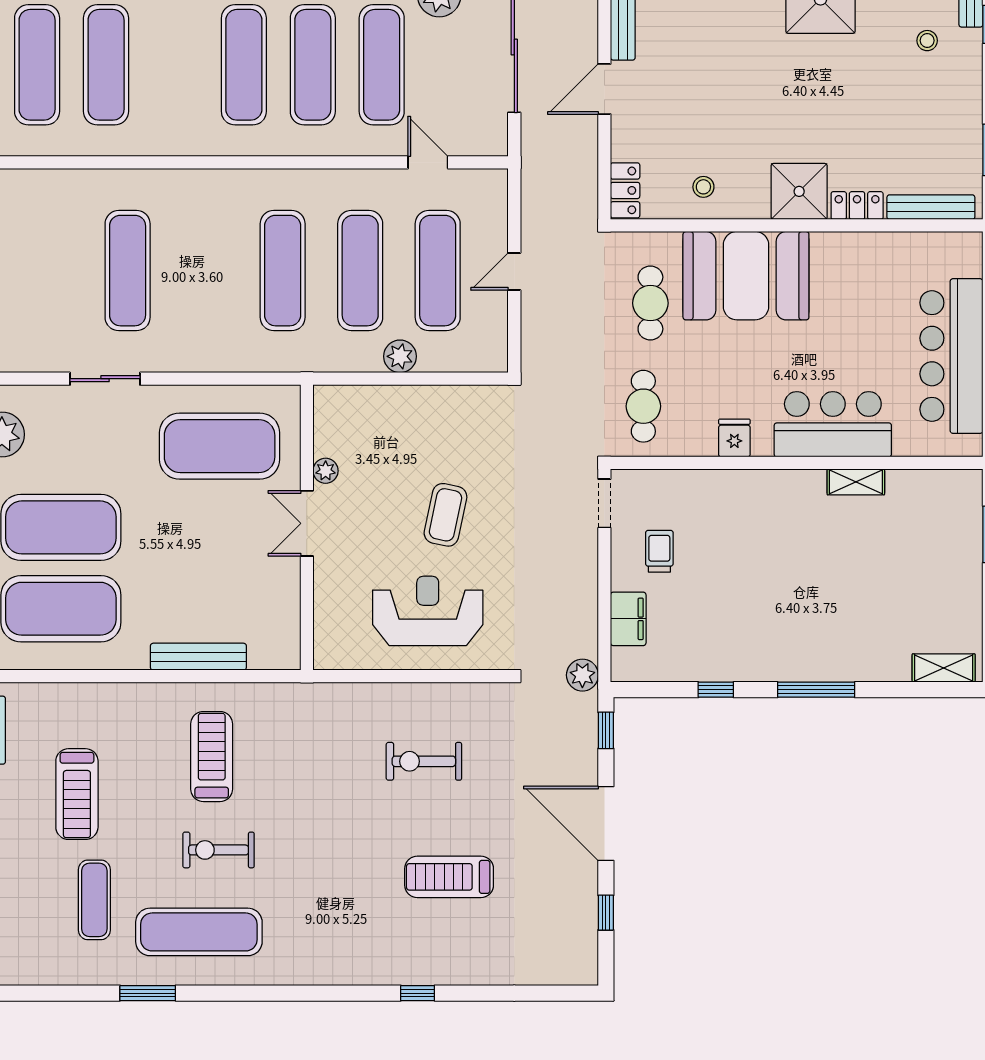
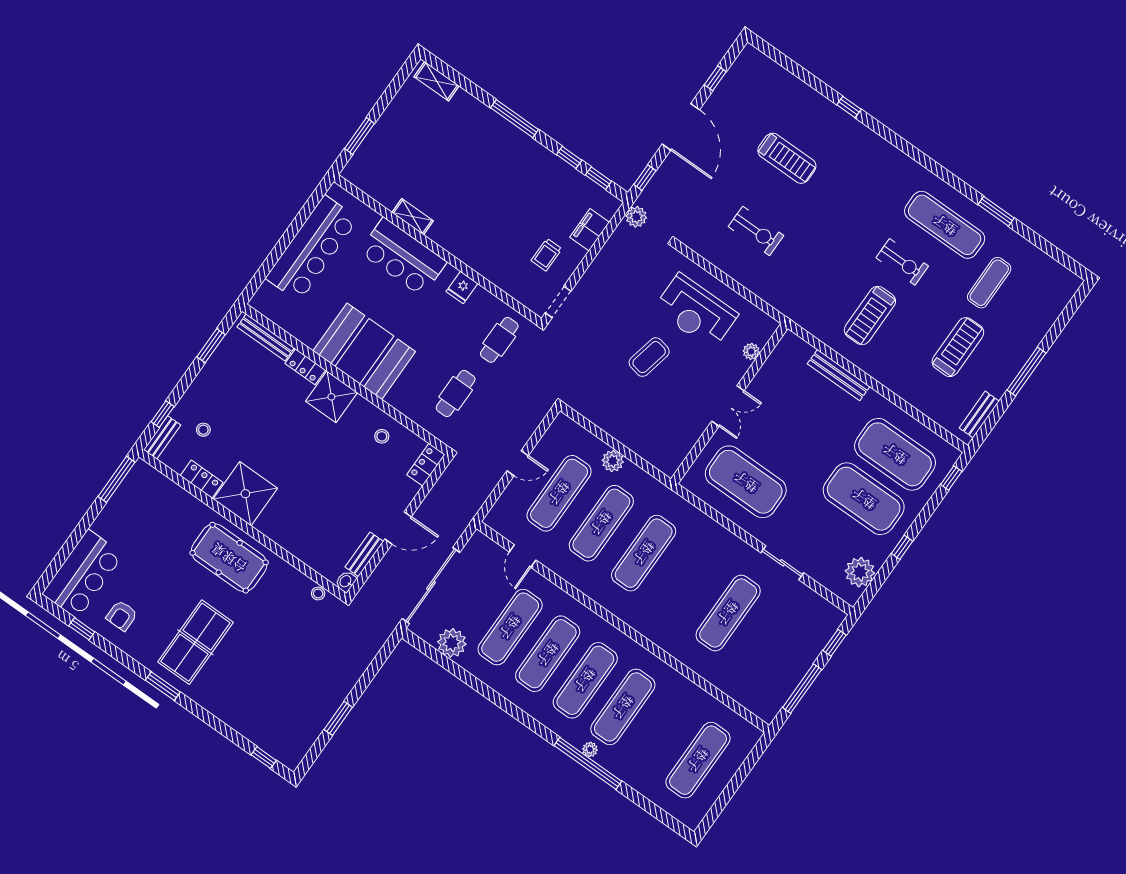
exercise mat: (106, 65) -> (623, 707), moved
booth: (746, 276) -> (364, 351), moved
plant: (326, 471) -> (751, 351), moved
window: (662, 690) -> (598, 178), added

